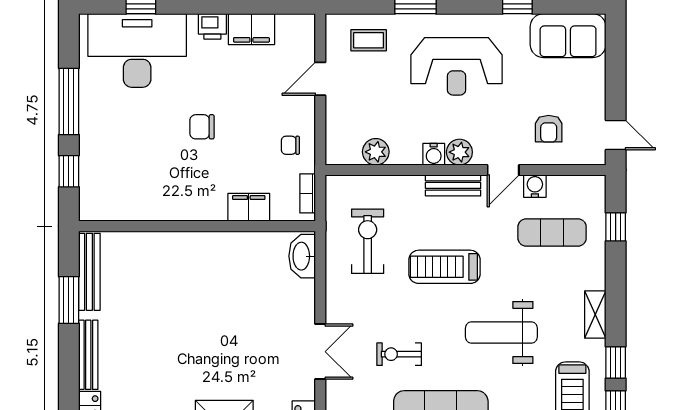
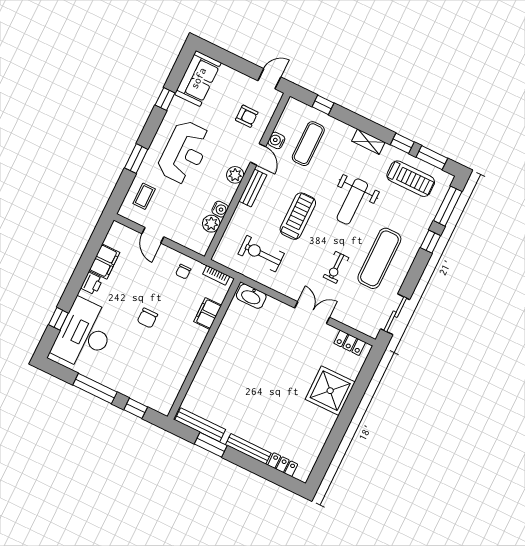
water cooler: (434, 154) -> (220, 209), moved
treadmill: (445, 267) -> (298, 216), turned 180

